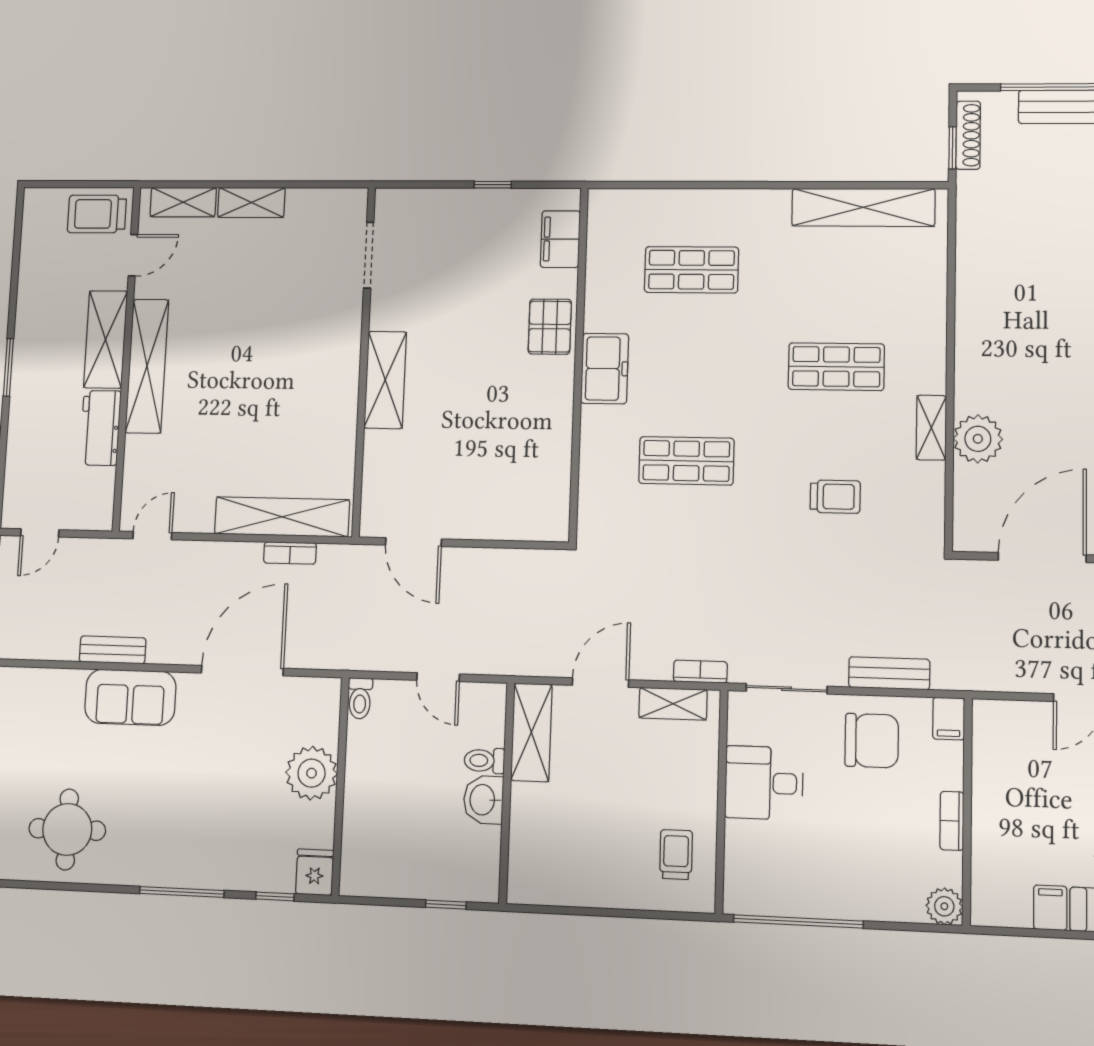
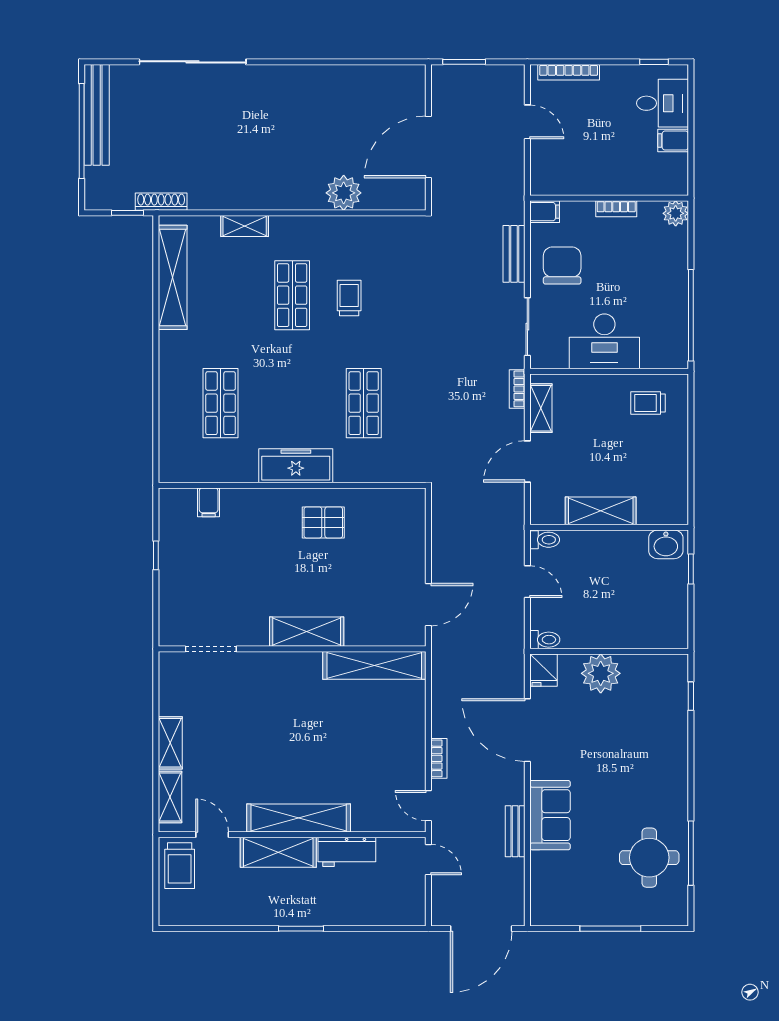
shoe rack: (968, 135) -> (161, 202), moved
filing cabinet: (560, 239) -> (209, 502), width x0.50
pallet: (550, 327) -> (323, 522), moved
freezer: (605, 369) -> (296, 466), width x1.40
shelving: (931, 428) -> (245, 226), moved
trolley: (835, 497) -> (349, 298), moved
shelving: (282, 517) -> (374, 665), moved, turned 90
door: (40, 533) -> (428, 860), moved
bookcase: (290, 553) -> (439, 758), moved
door: (1042, 557) -> (428, 147), hinge flipped
door: (438, 677) -> (527, 582), hinge flipped
door: (600, 683) -> (527, 461), hinge flipped
shelving: (531, 732) -> (601, 511), moved
toilet: (484, 761) -> (545, 540), moved, turned -90
desk: (764, 783) -> (604, 341), width x1.37
washbasin: (483, 800) -> (666, 544), moved
fridge: (315, 872) -> (543, 670), moved, turned -90
window: (182, 892) -> (691, 853), moved

